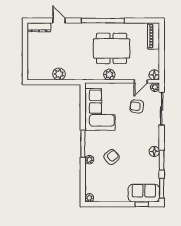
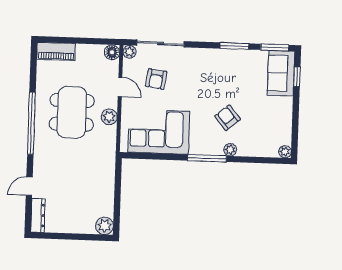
plant: (59, 74) -> (105, 226), moved
door: (141, 81) -> (120, 87), moved
floor lamp: (154, 151) -> (222, 56), removed

